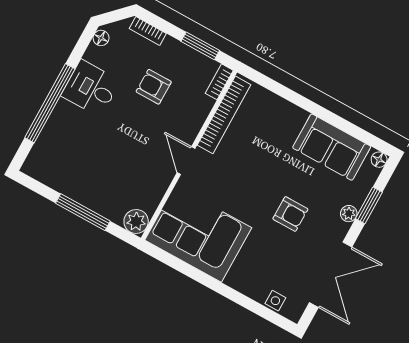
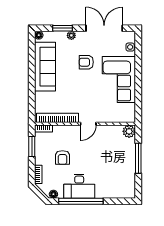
desk: (91, 88) -> (79, 186), width x1.37
window: (50, 103) -> (81, 201), moved
sofa: (332, 147) -> (45, 67), width x1.36
armchair: (290, 214) -> (86, 62), turned -90
corner sofa: (198, 234) -> (119, 79), moved

